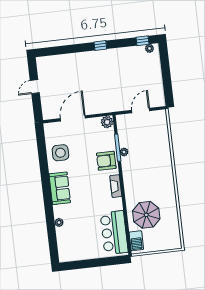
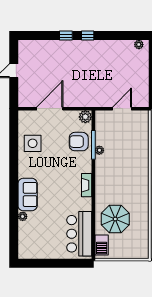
window: (143, 41) -> (66, 36), moved
armchair: (106, 161) -> (79, 142), moved
sofa: (60, 188) -> (28, 195), moved

